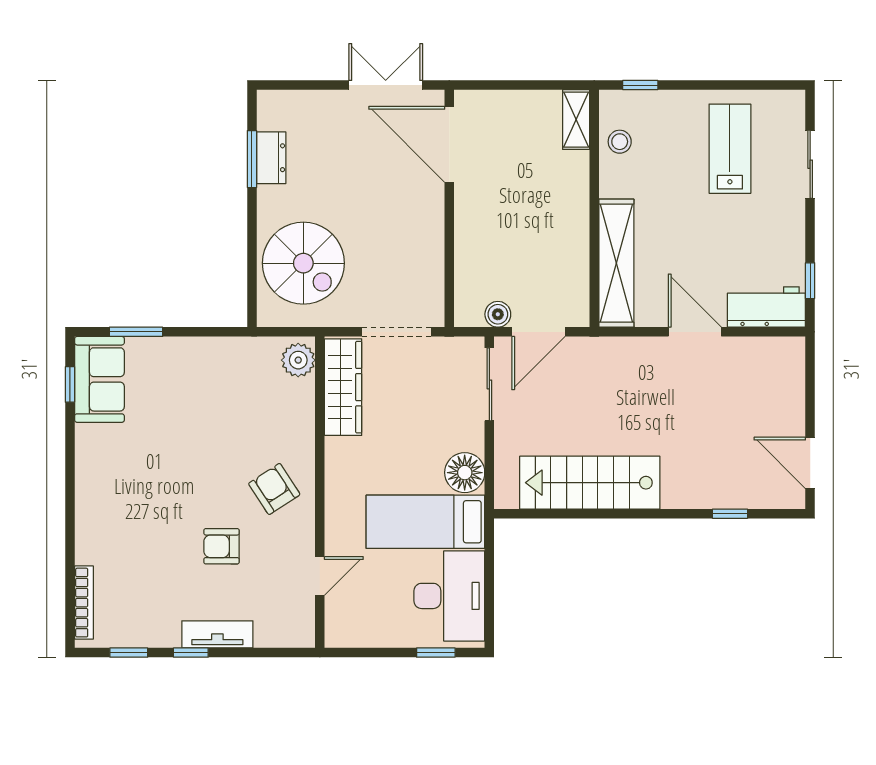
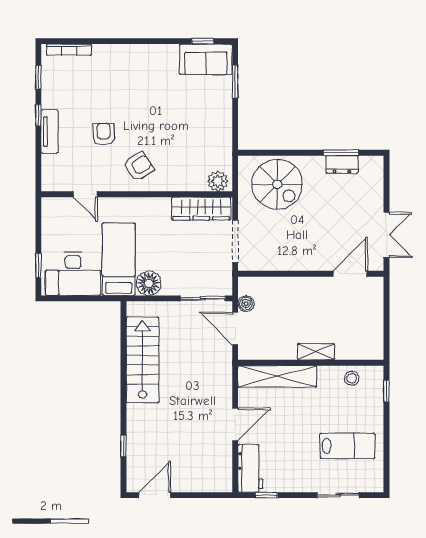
shelving: (576, 120) -> (316, 352), moved
door: (449, 144) -> (350, 274), width x0.73
spiral stairs: (303, 263) -> (277, 184), turned -90

